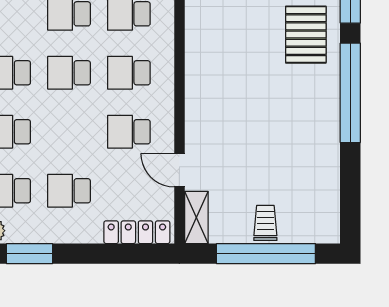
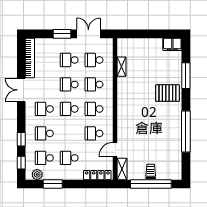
pallet: (306, 35) -> (167, 93), turned 90
window: (350, 93) -> (186, 132), moved
door: (179, 170) -> (115, 149), hinge flipped

